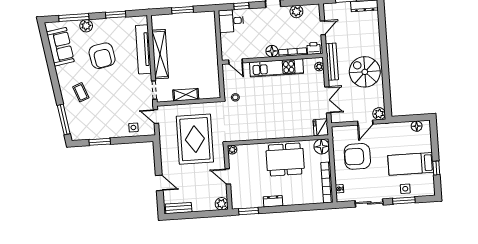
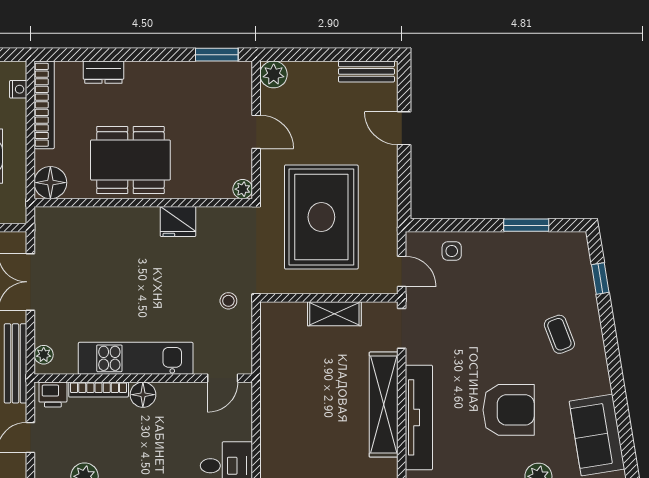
armchair: (102, 56) -> (509, 410), turned 101
door: (236, 61) -> (223, 378), swing flipped
window: (64, 119) -> (600, 278), width x0.46
fridge: (321, 127) -> (178, 222), moved, turned 90
dresser: (273, 201) -> (103, 72), moved

